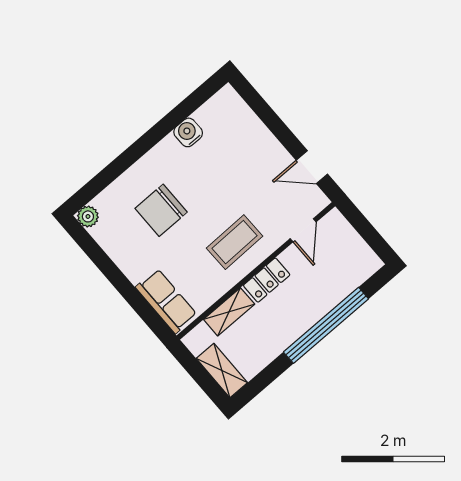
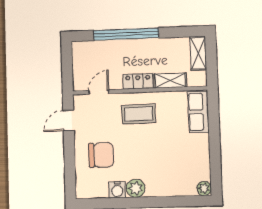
plant: (168, 152) -> (136, 188), added
door: (312, 167) -> (68, 121), swing flipped
chair: (161, 210) -> (101, 155), moved

